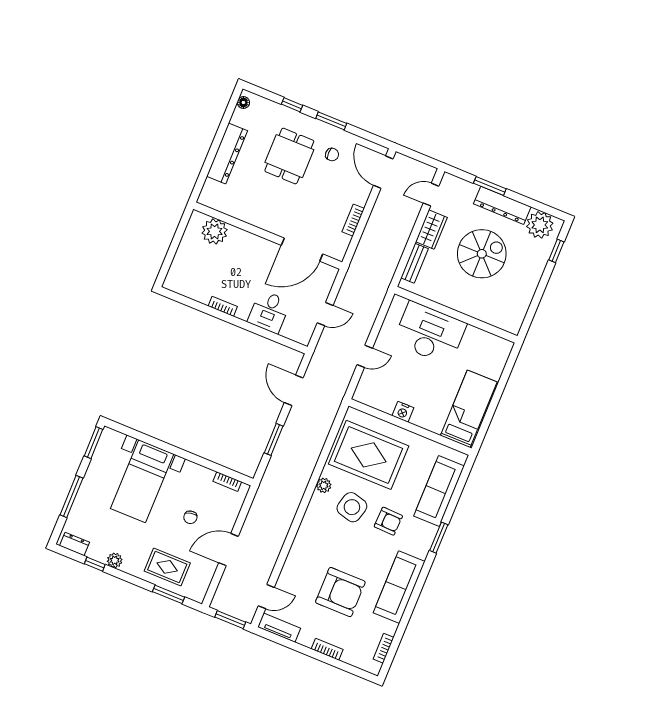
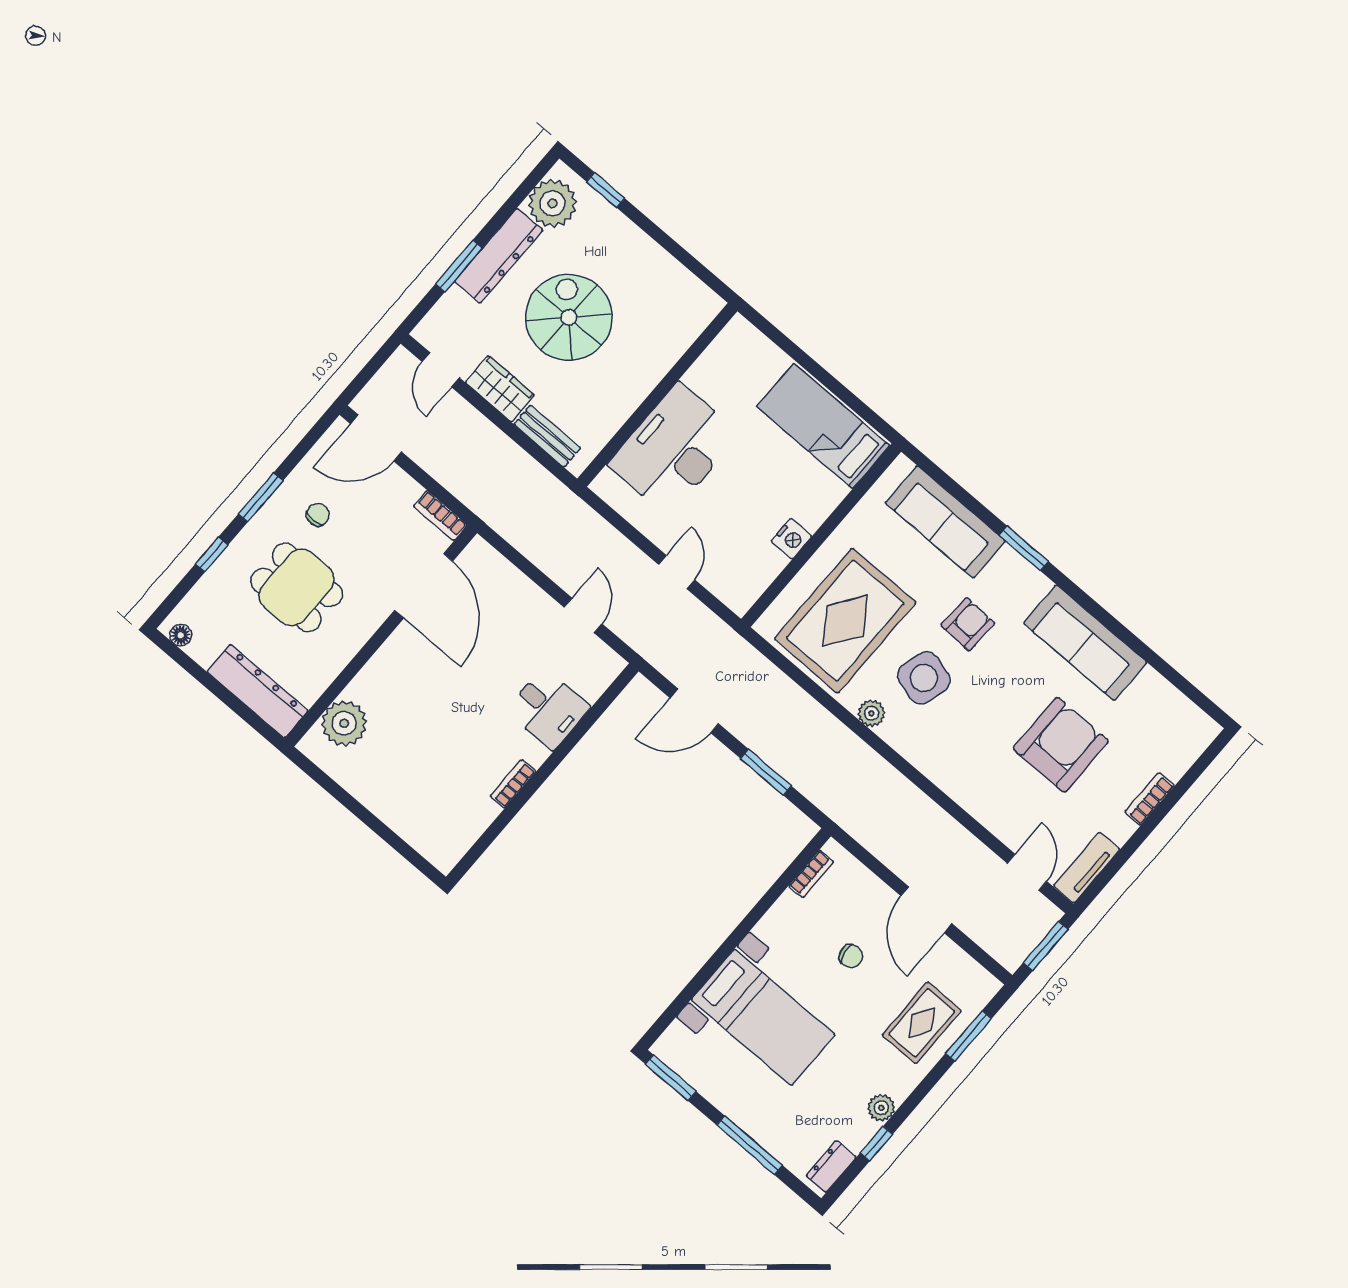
plant: (215, 231) -> (344, 723), moved
wall: (268, 236) -> (381, 636), moved
door: (302, 250) -> (424, 586), moved
bookcase: (384, 648) -> (1180, 703), removed

